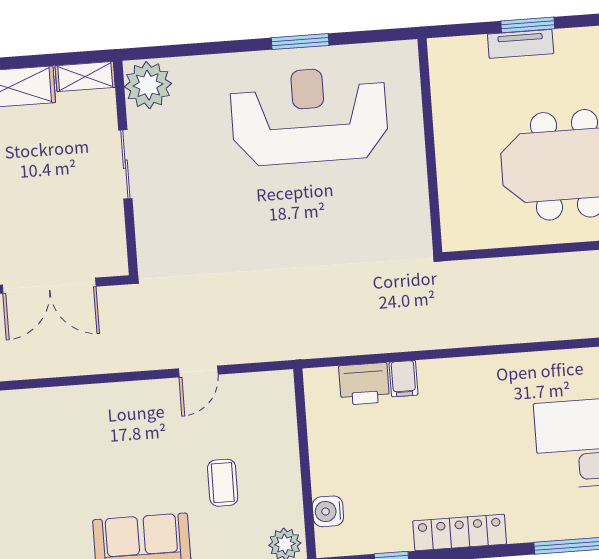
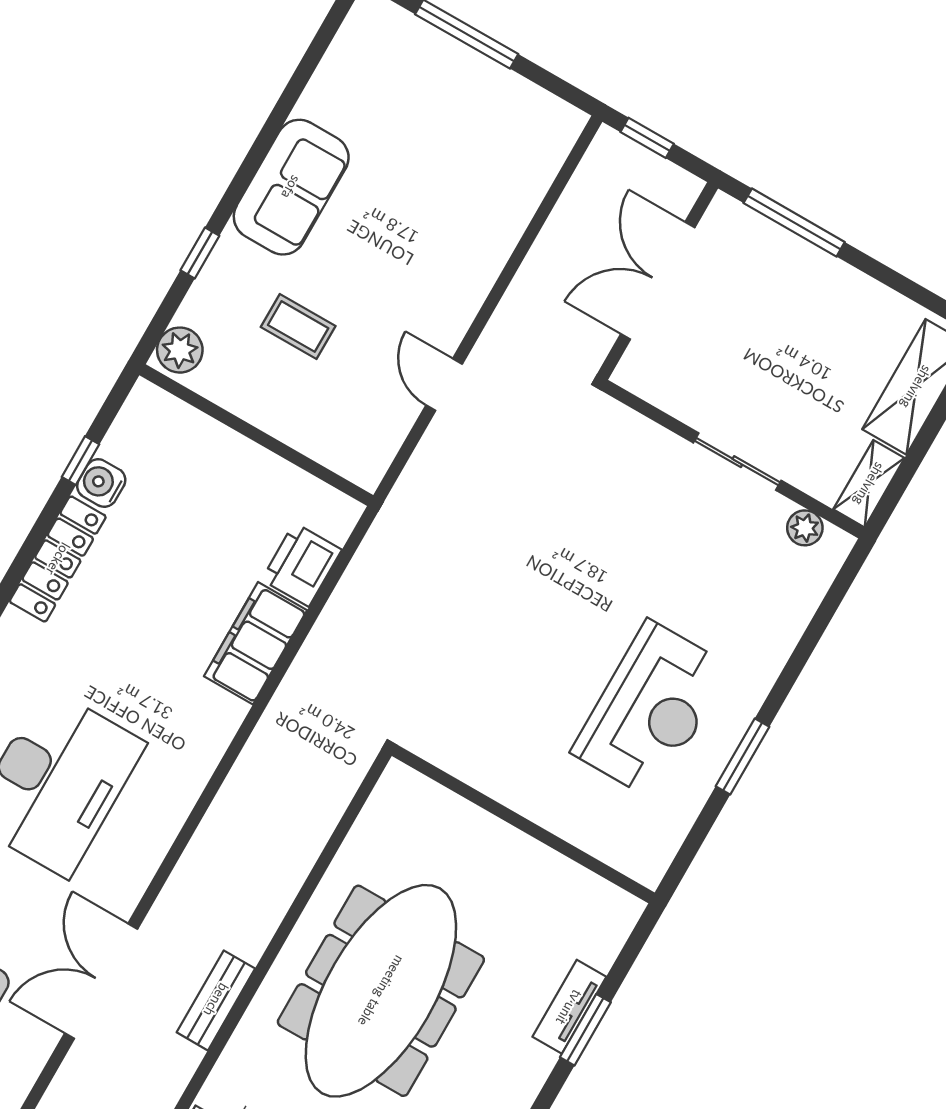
plant: (148, 85) -> (805, 528), width x0.53, depth x0.53
reception desk: (309, 116) -> (651, 709), width x0.74, depth x0.77
filing cabinet: (404, 379) -> (256, 643), width x3.00, depth x1.17
water cooler: (328, 511) -> (101, 483), moved, turned -90

